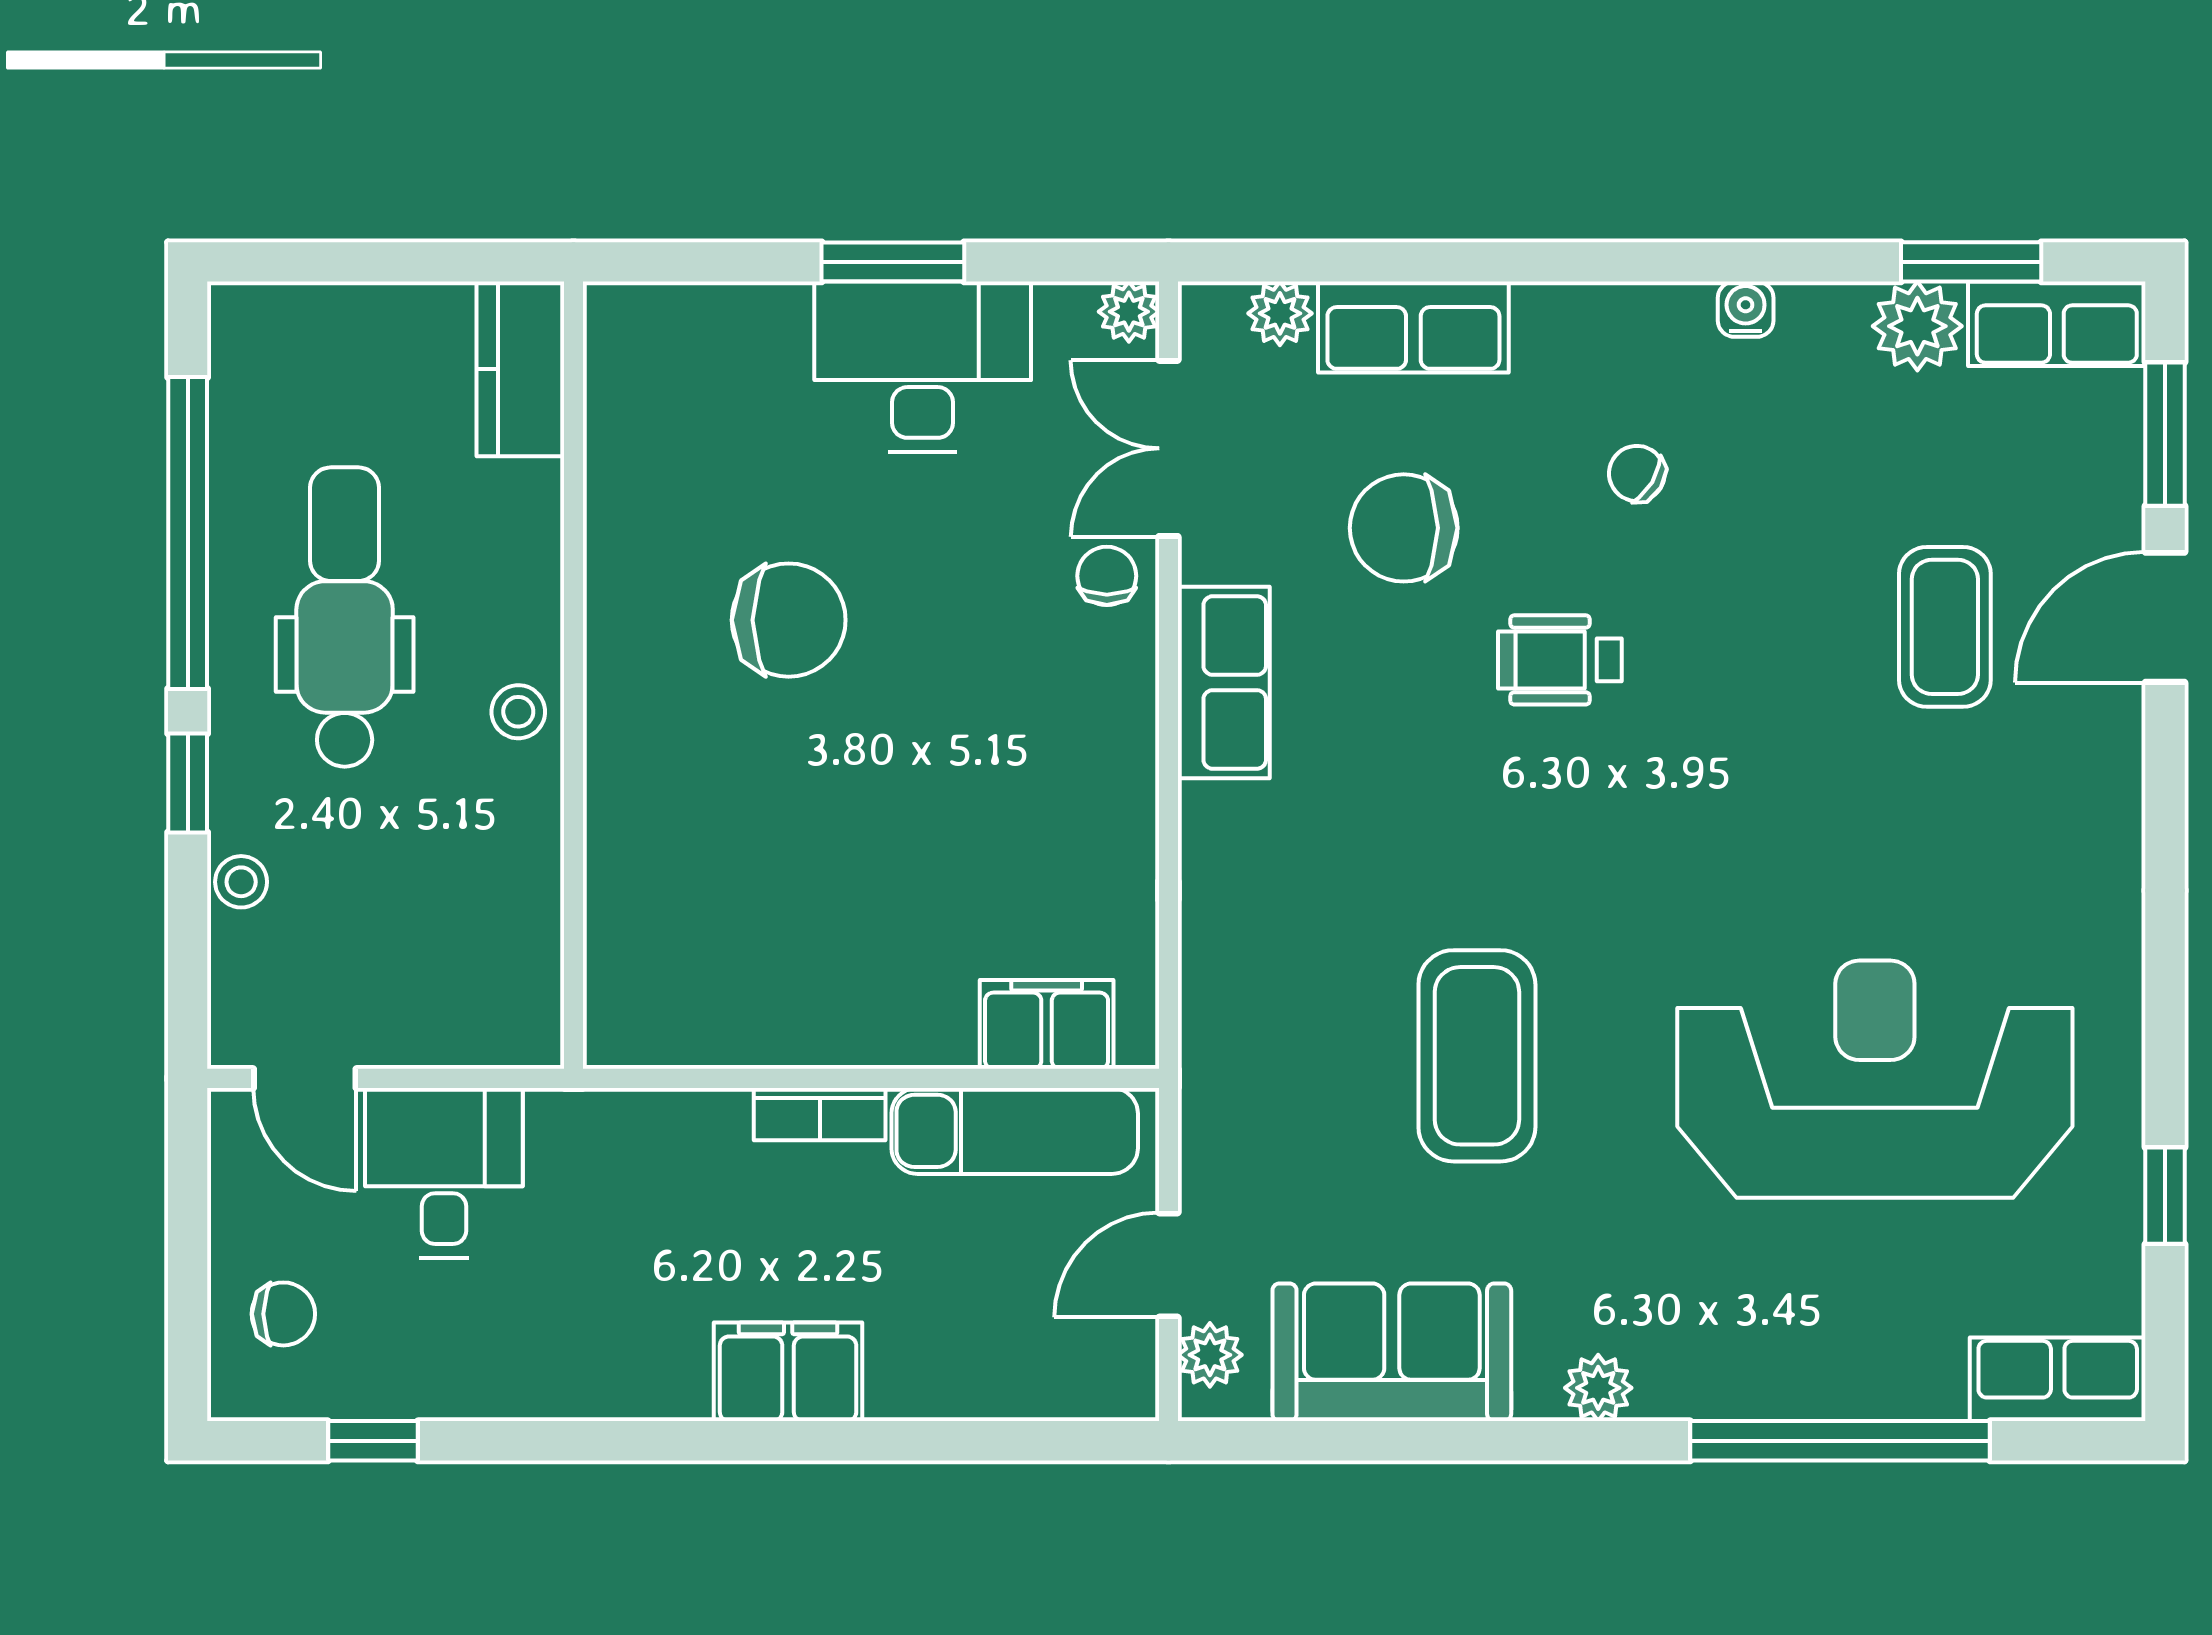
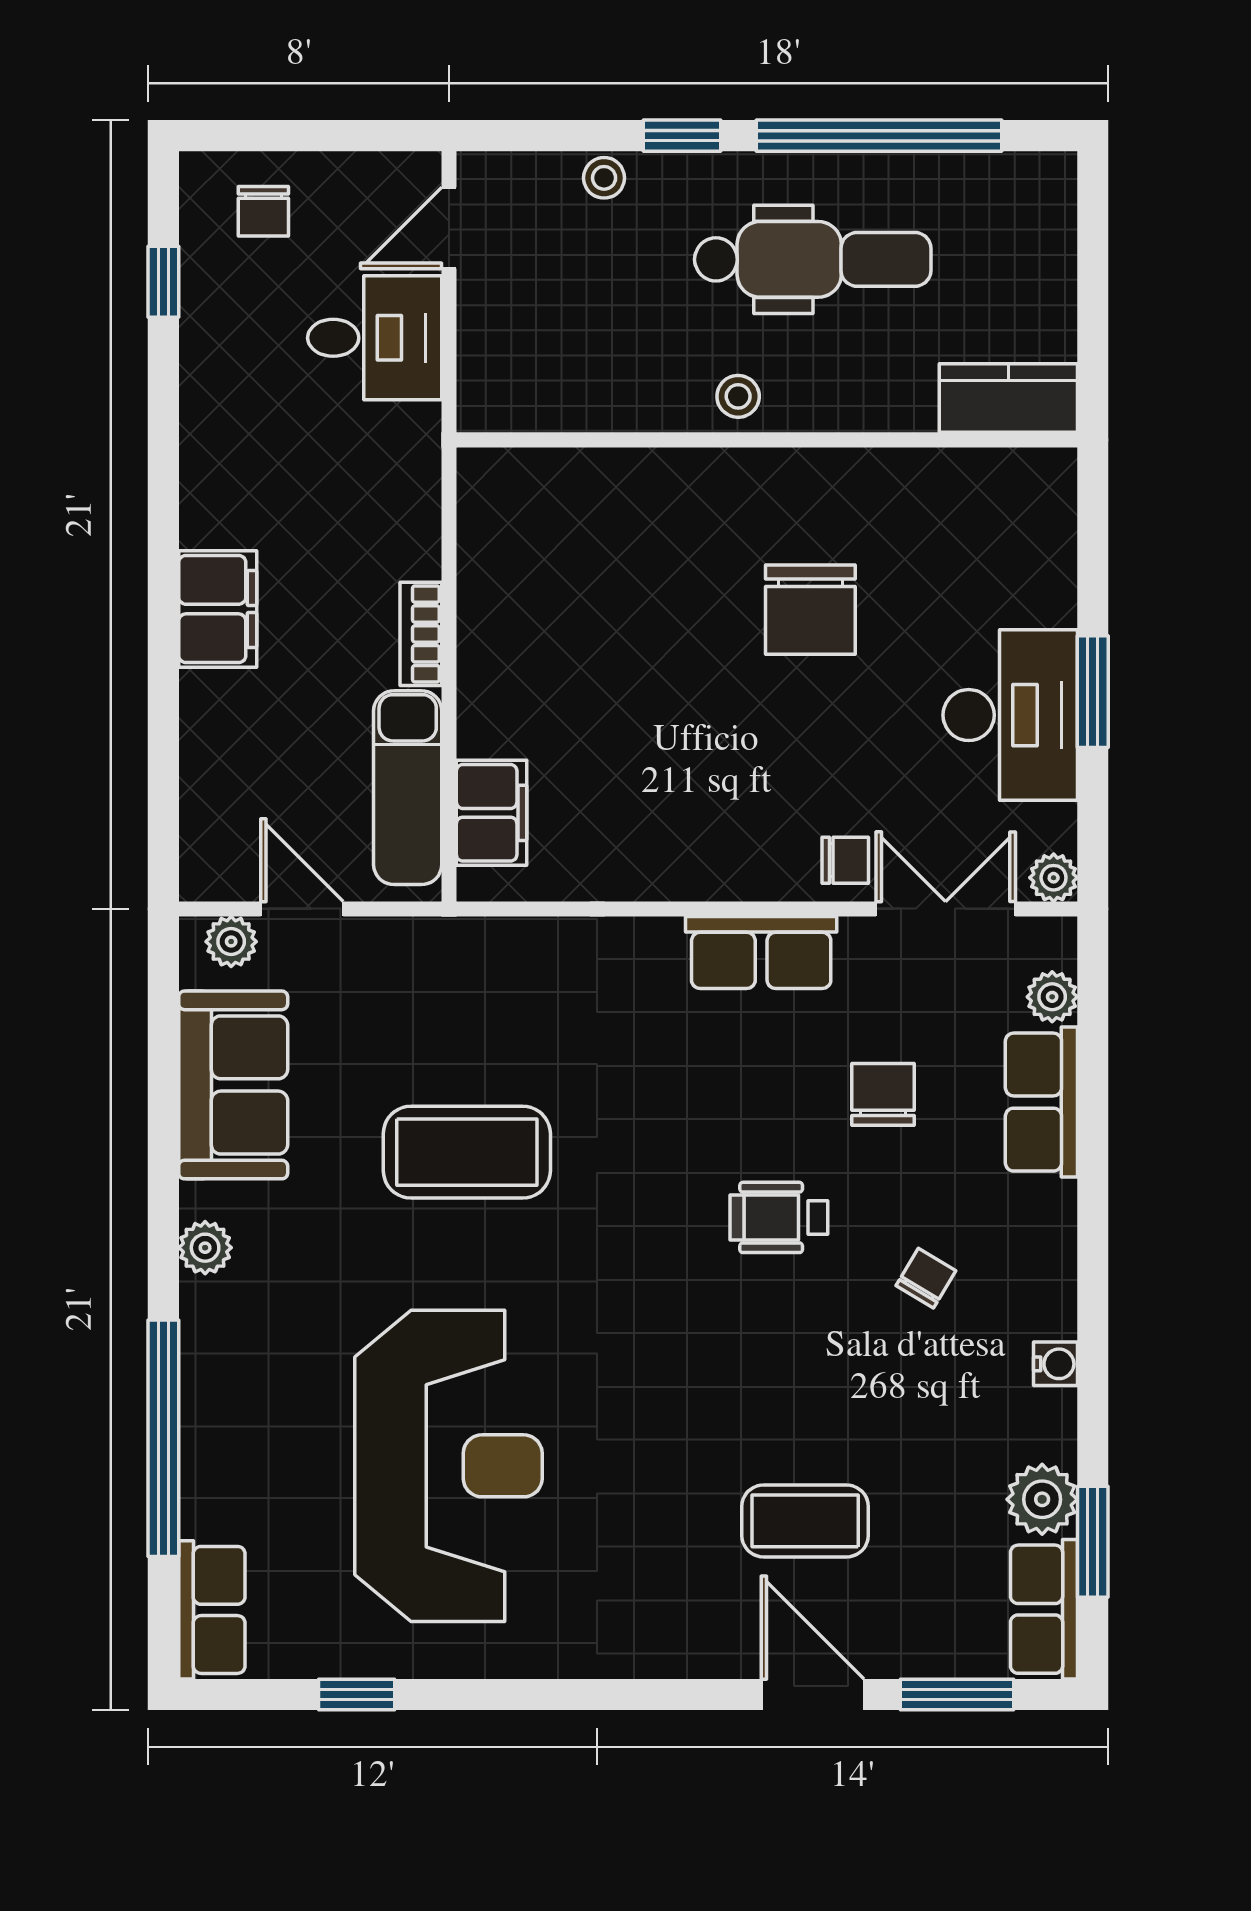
chair: (1404, 528) -> (883, 1094), width x0.73, depth x0.73
wheelchair: (1560, 660) -> (779, 1217), turned -90

